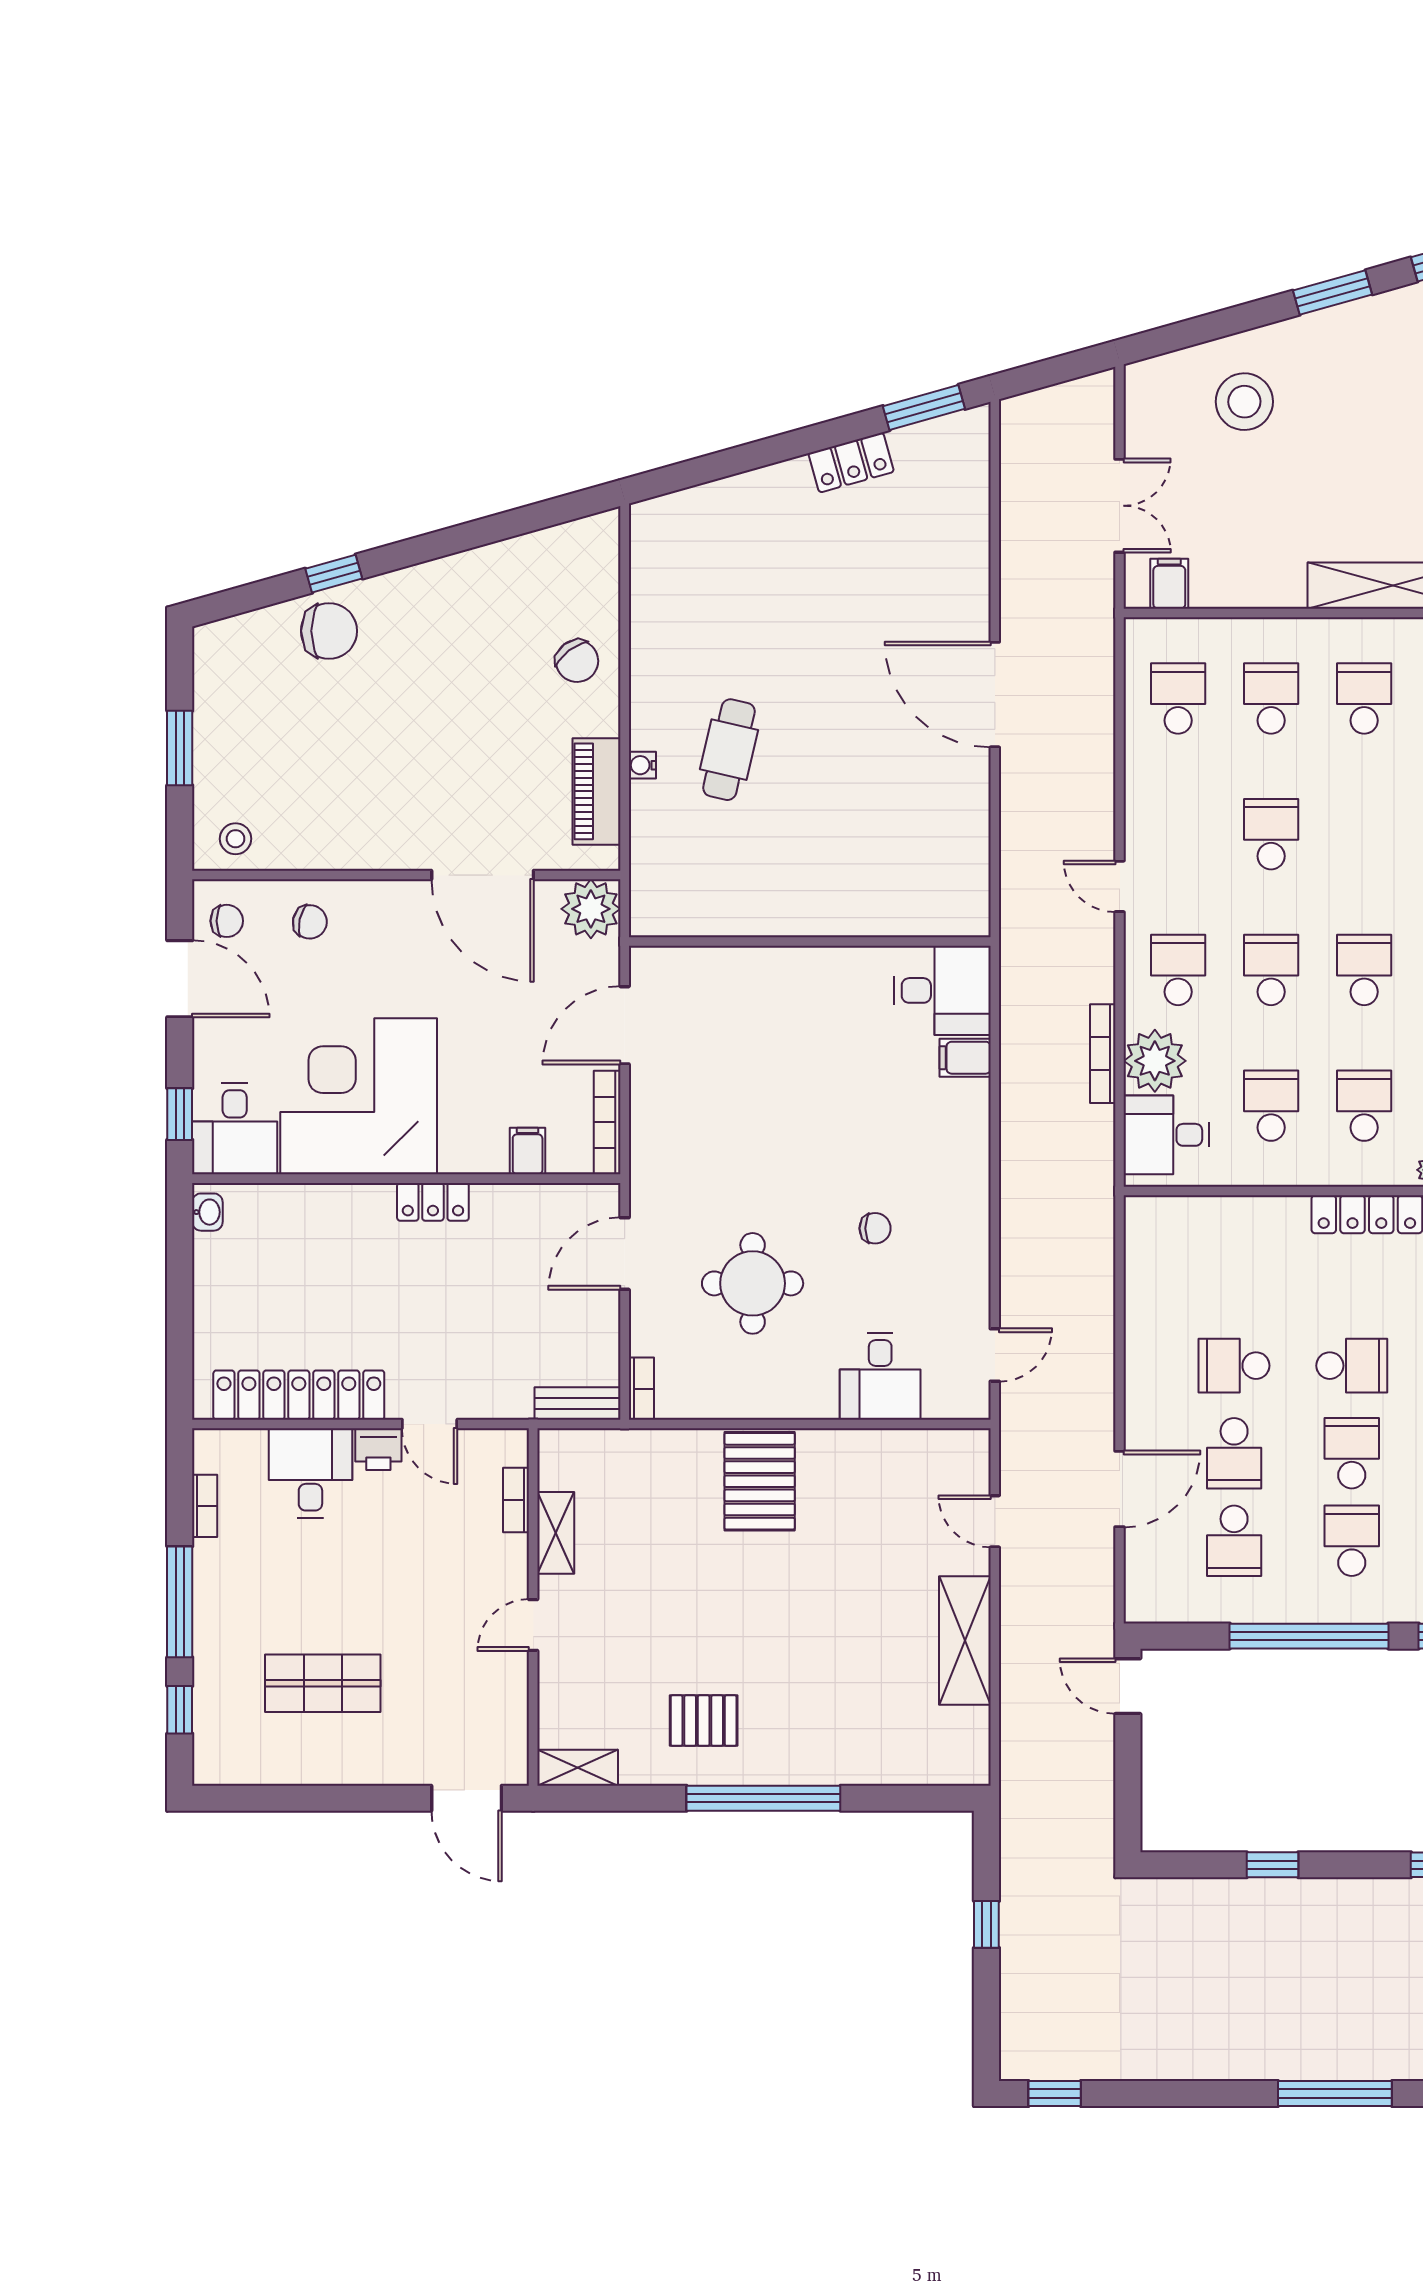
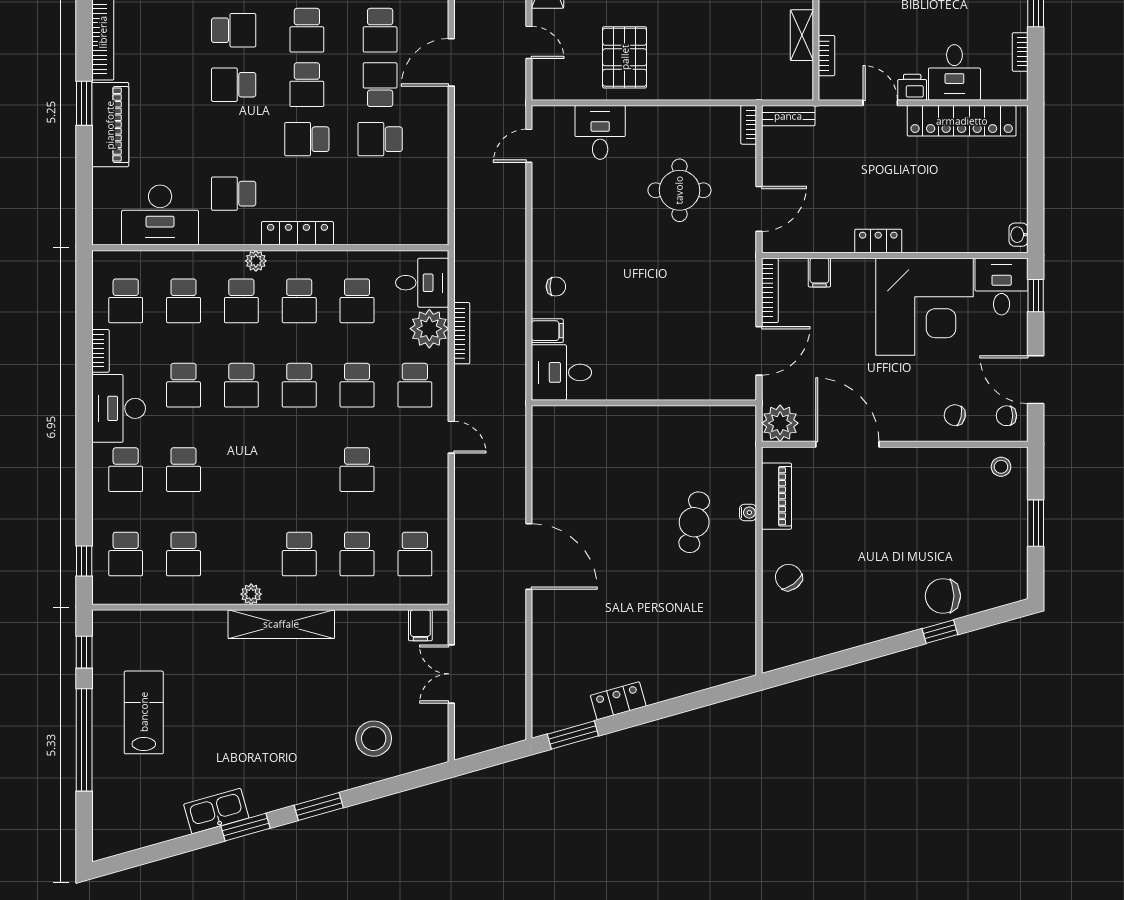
chair: (875, 1228) -> (556, 287), moved, turned 180
school desk: (1234, 1366) -> (380, 139), turned 180
pallet: (760, 1481) -> (625, 57), moved
school desk: (1234, 1541) -> (380, 30), turned 180

